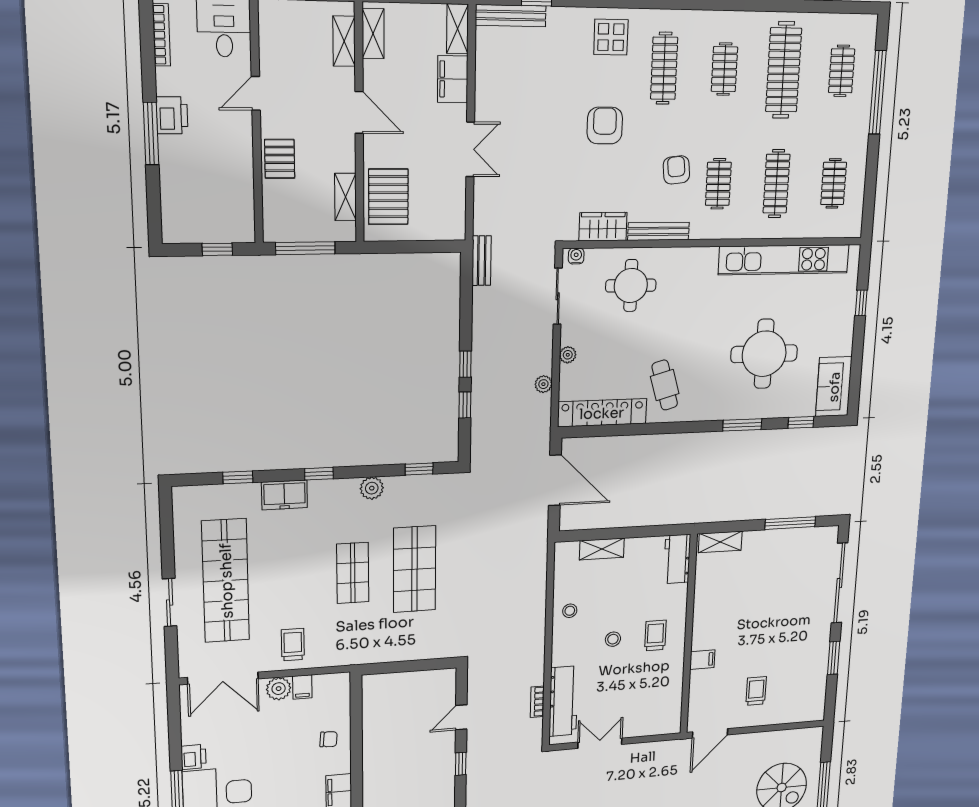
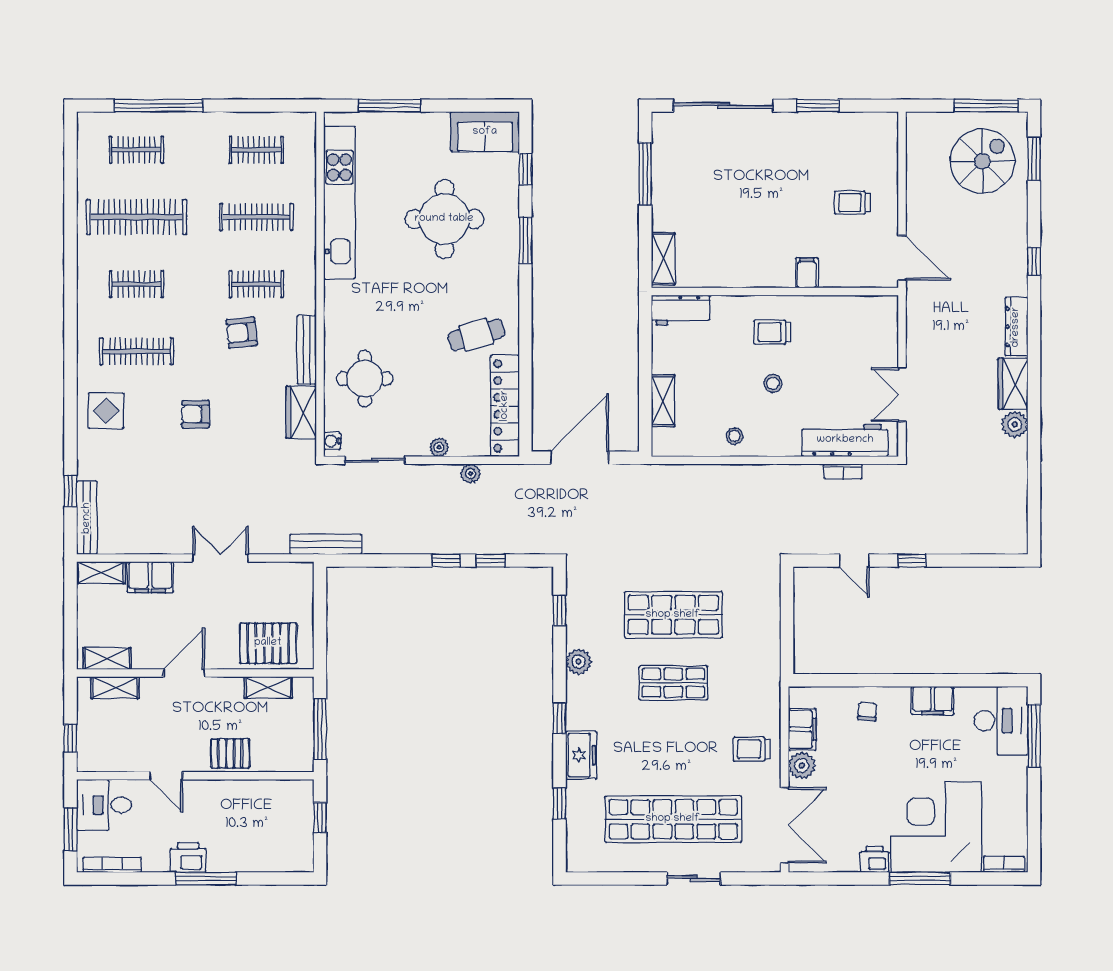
armchair: (605, 126) -> (196, 414), width x0.72, depth x0.72
bench: (482, 261) -> (326, 544), width x1.36
window: (861, 303) -> (390, 106), width x2.17
filing cabinet: (302, 687) -> (802, 729), width x2.00

